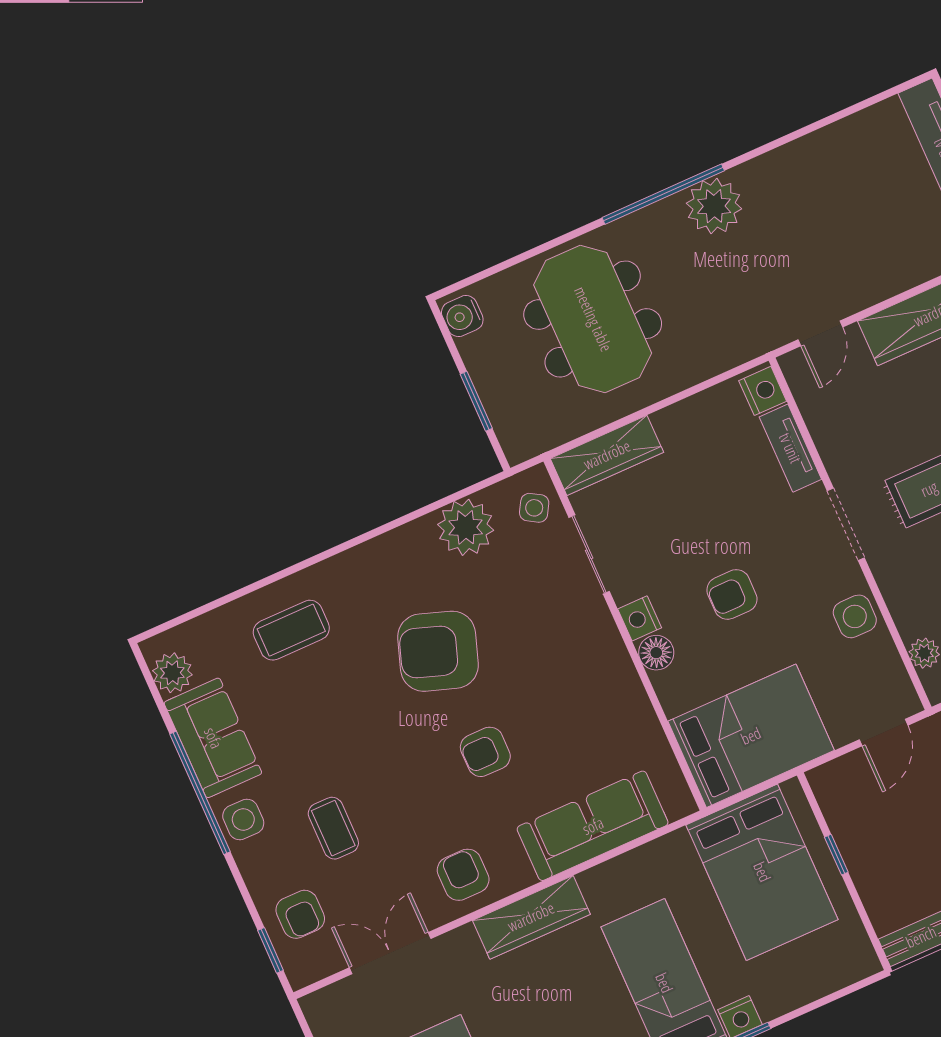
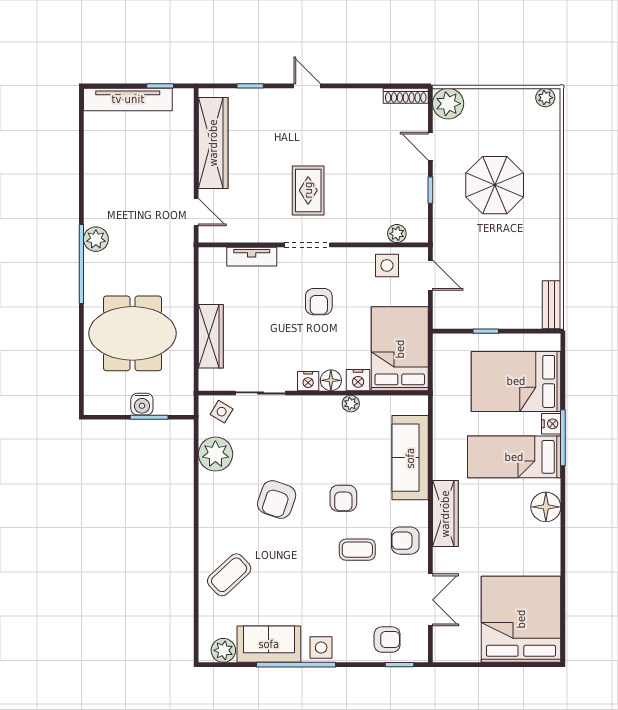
plant: (714, 206) -> (96, 239), width x0.73, depth x0.73
water cooler: (462, 316) -> (142, 404), moved
nightstand: (763, 391) -> (358, 380), moved, turned 180
wardrobe: (607, 455) -> (211, 336), moved
armchair: (732, 594) -> (319, 302), moved
side table: (855, 616) -> (387, 265), moved
coffee table: (291, 630) -> (229, 575), turned 47
armchair: (438, 651) -> (277, 500), width x0.73, depth x0.73
plant: (634, 699) -> (351, 404), added
coffee table: (333, 828) -> (357, 550), moved
bed: (762, 872) -> (516, 381), moved, turned 180
double door: (390, 953) -> (430, 600), swing flipped

